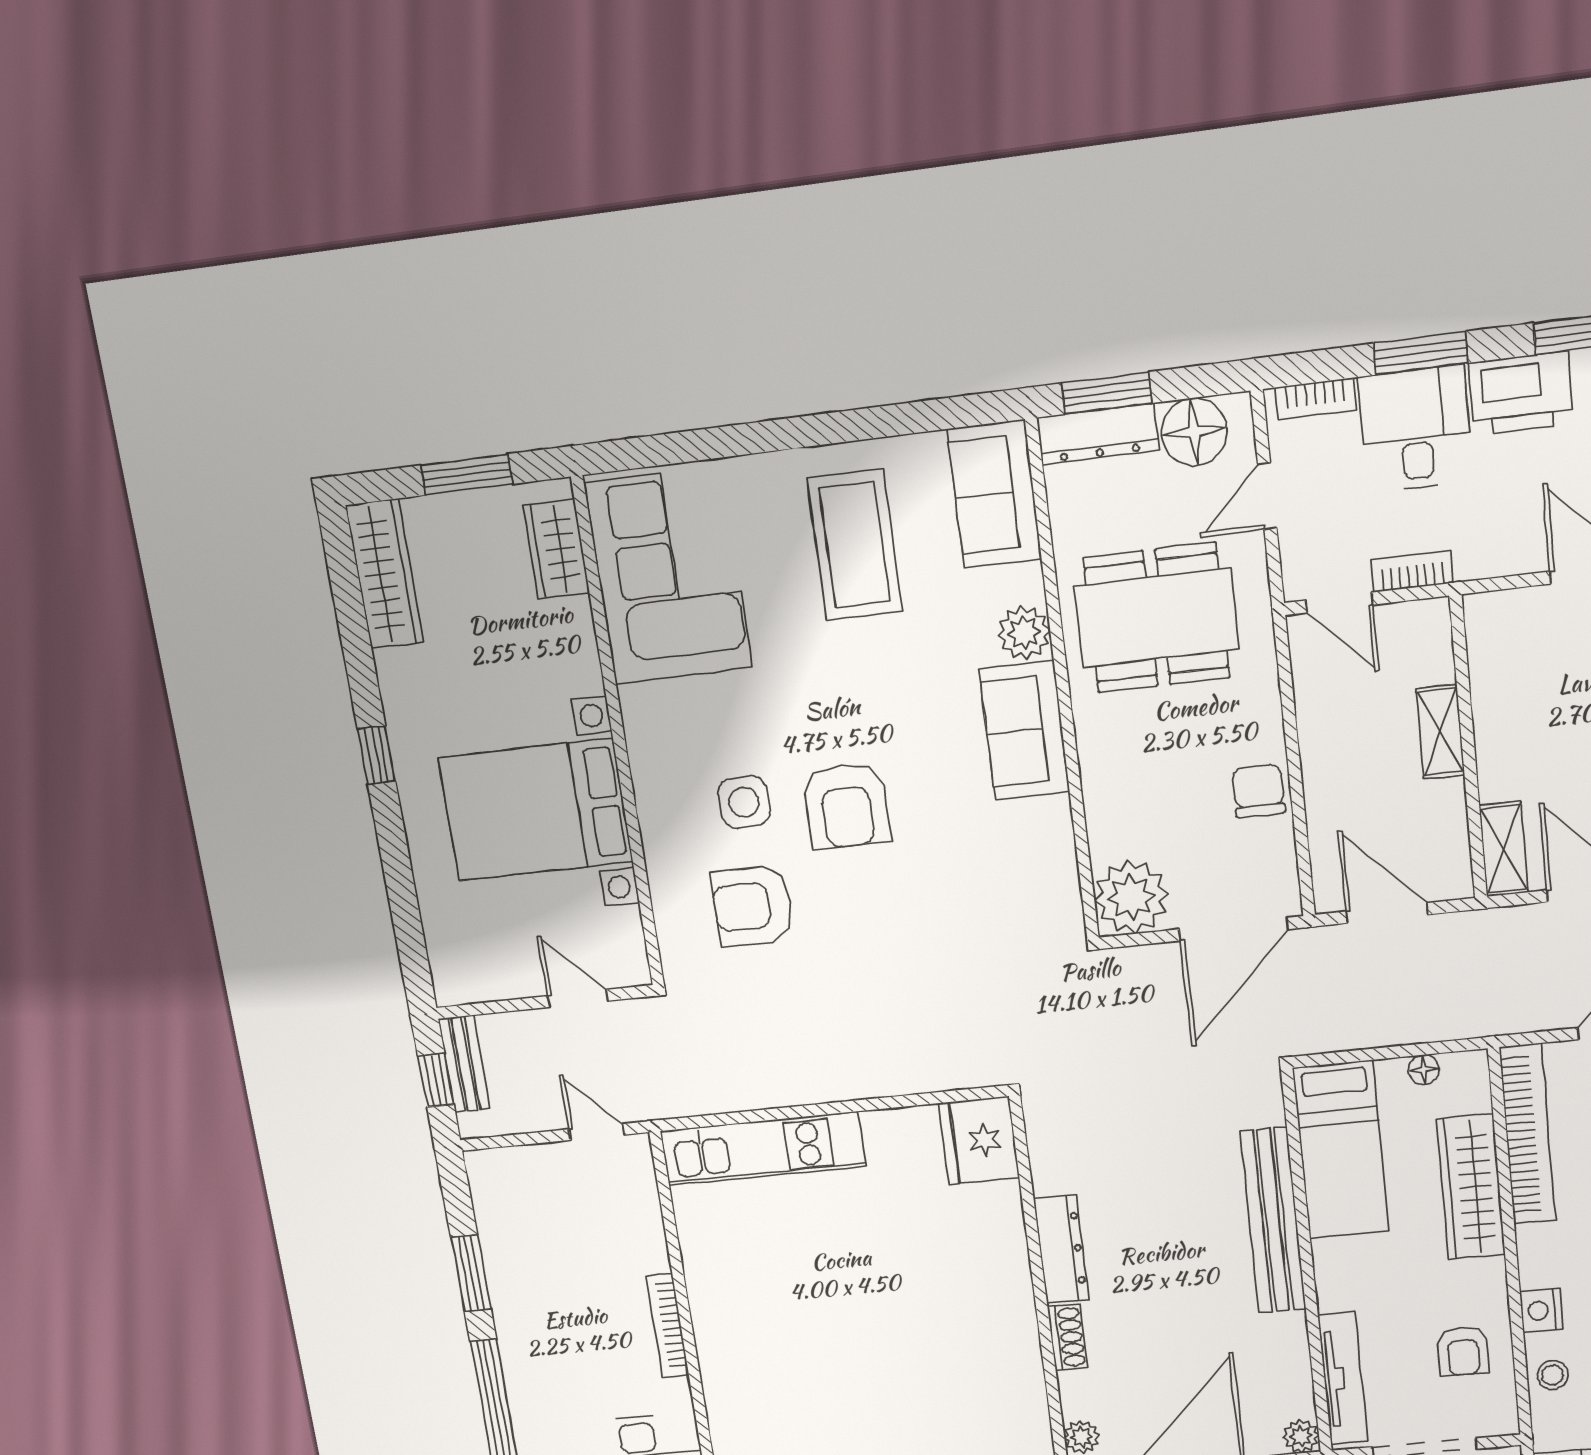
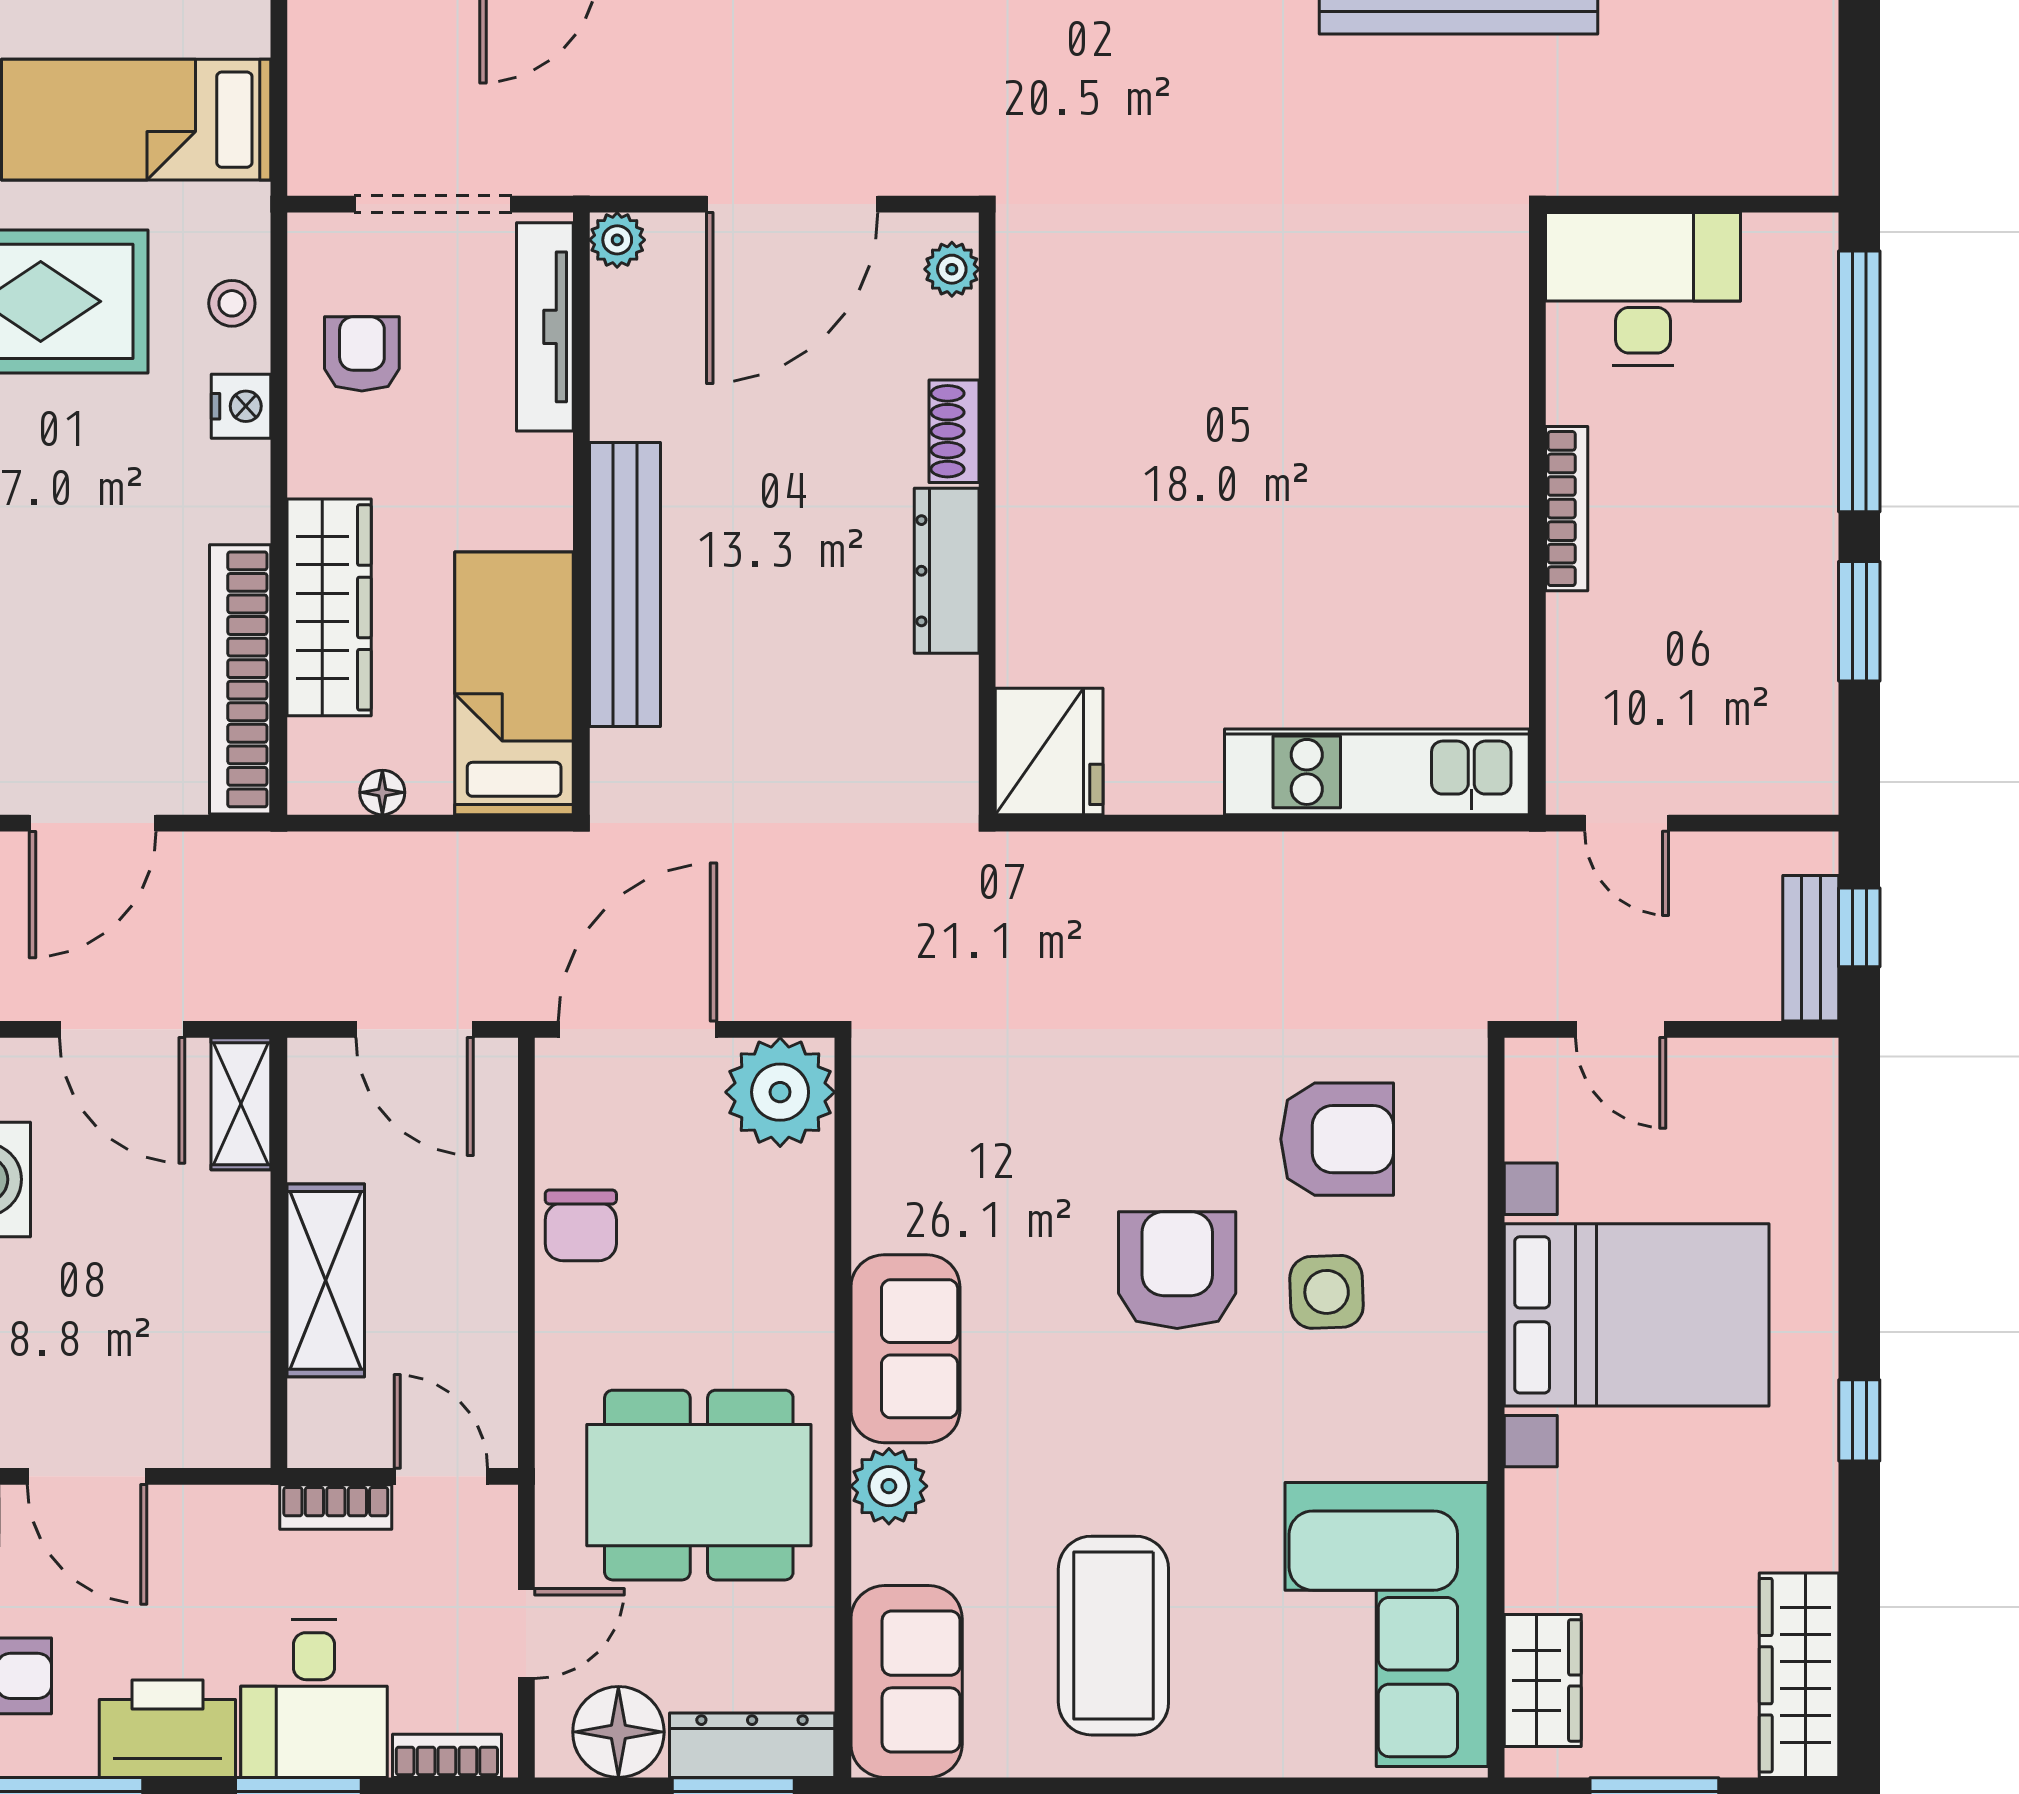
shelving: (1440, 732) -> (326, 1280), width x1.50, depth x1.33

